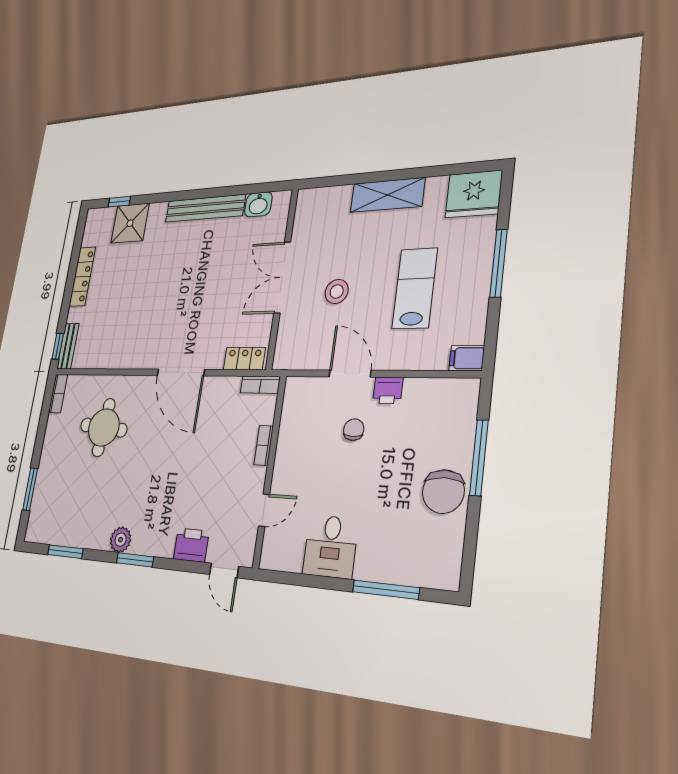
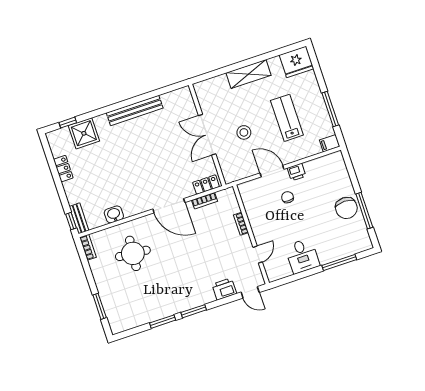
washbasin: (258, 204) -> (114, 214), moved, turned 180
window: (499, 263) -> (330, 109), moved
locker: (82, 277) -> (63, 169), width x0.66
bookcase: (260, 385) -> (204, 201), moved
window: (479, 458) -> (364, 211), moved
plant: (121, 540) -> (179, 305), removed
window: (65, 552) -> (163, 322), moved

